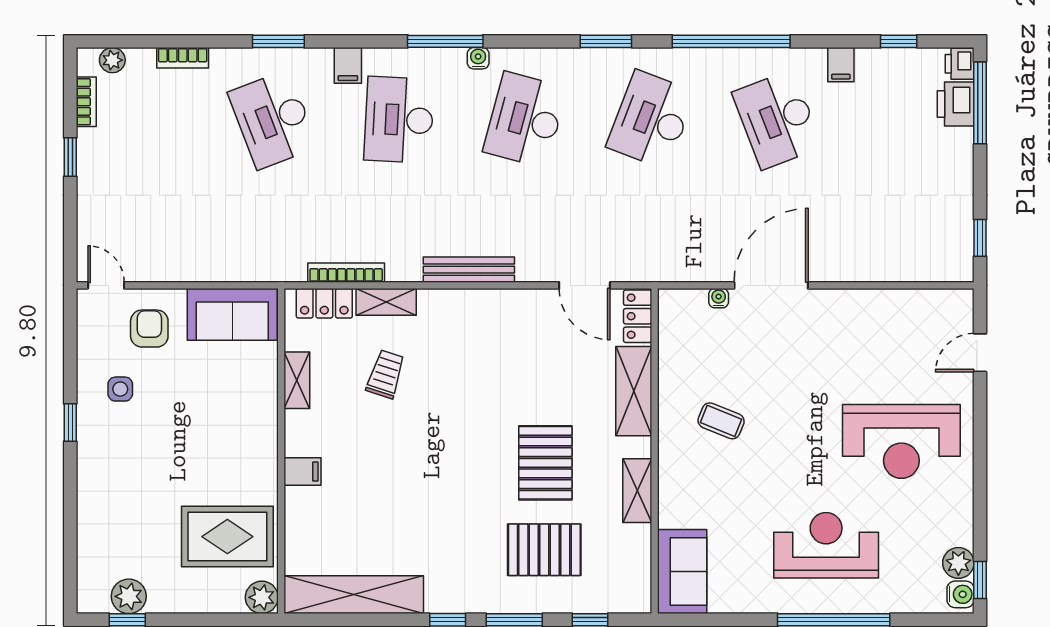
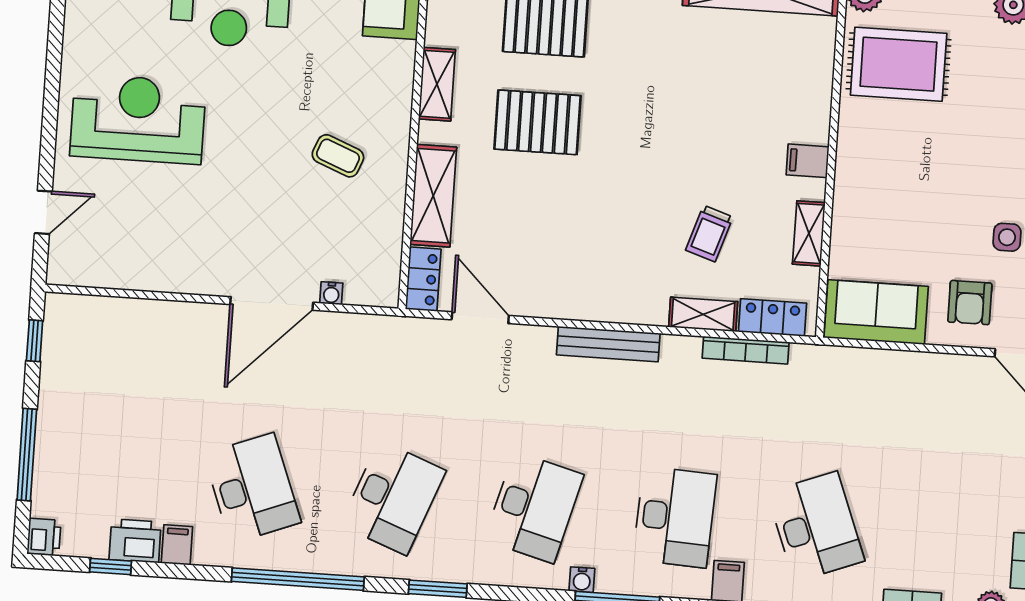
window: (980, 103) -> (27, 455), moved
printer: (956, 104) -> (135, 541), moved, turned -90
pallet: (545, 463) -> (537, 122), turned 90
filing cabinet: (302, 472) -> (808, 161), moved

